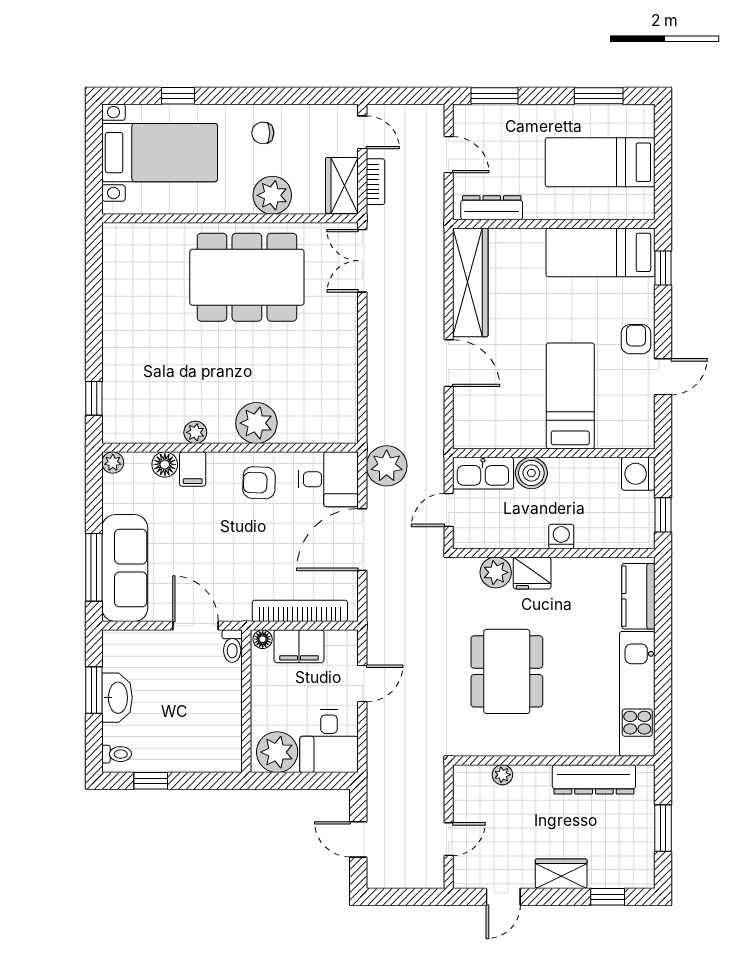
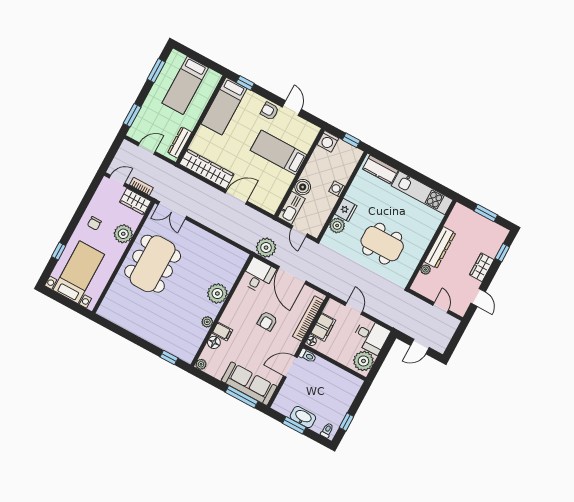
armchair: (259, 483) -> (267, 321), moved
dresser: (594, 779) -> (440, 247), moved

